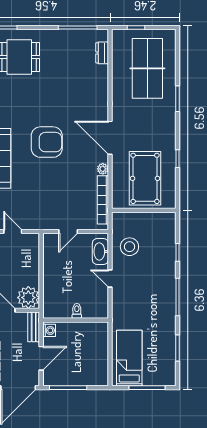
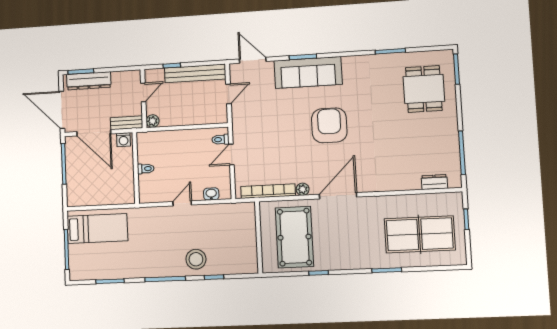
armchair: (47, 142) -> (329, 125), turned 180
pool table: (145, 178) -> (294, 237), turned 90
door: (68, 231) -> (231, 155), hinge flipped
toilet: (54, 241) -> (220, 139), added
stool: (129, 247) -> (196, 259), moved
washbasin: (100, 251) -> (211, 194), width x0.52, depth x0.69
plant: (28, 298) -> (153, 121), width x0.53, depth x0.53
door: (41, 358) -> (94, 133), width x1.36

